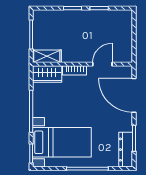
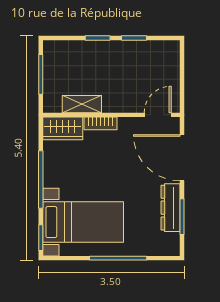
shelving: (47, 56) -> (82, 104), moved
door: (102, 64) -> (158, 115), moved
dresser: (126, 150) -> (171, 208), moved

